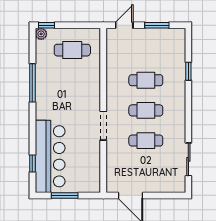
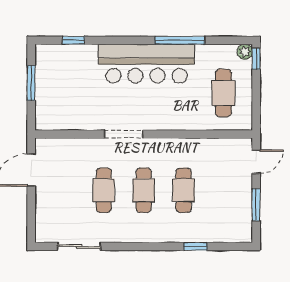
door: (124, 25) -> (256, 162), hinge flipped
bar counter: (50, 156) -> (146, 64), moved

